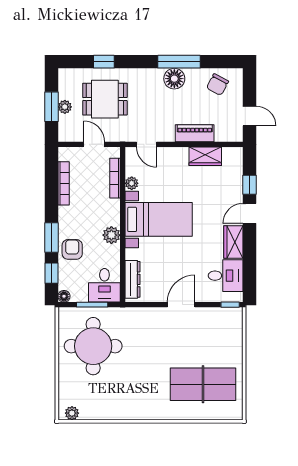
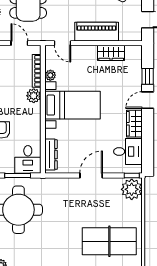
piano: (195, 133) -> (97, 32), width x1.37, depth x1.33
plant: (111, 235) -> (34, 96), moved
plant: (230, 321) -> (132, 189), added

